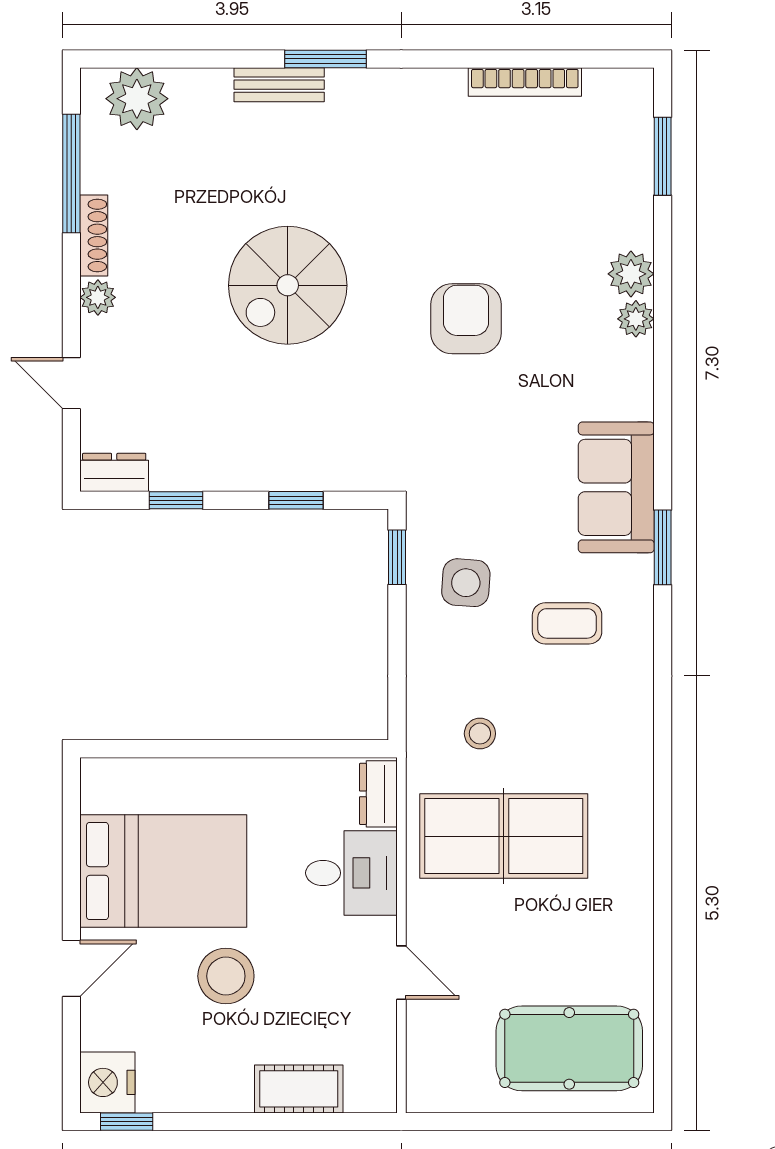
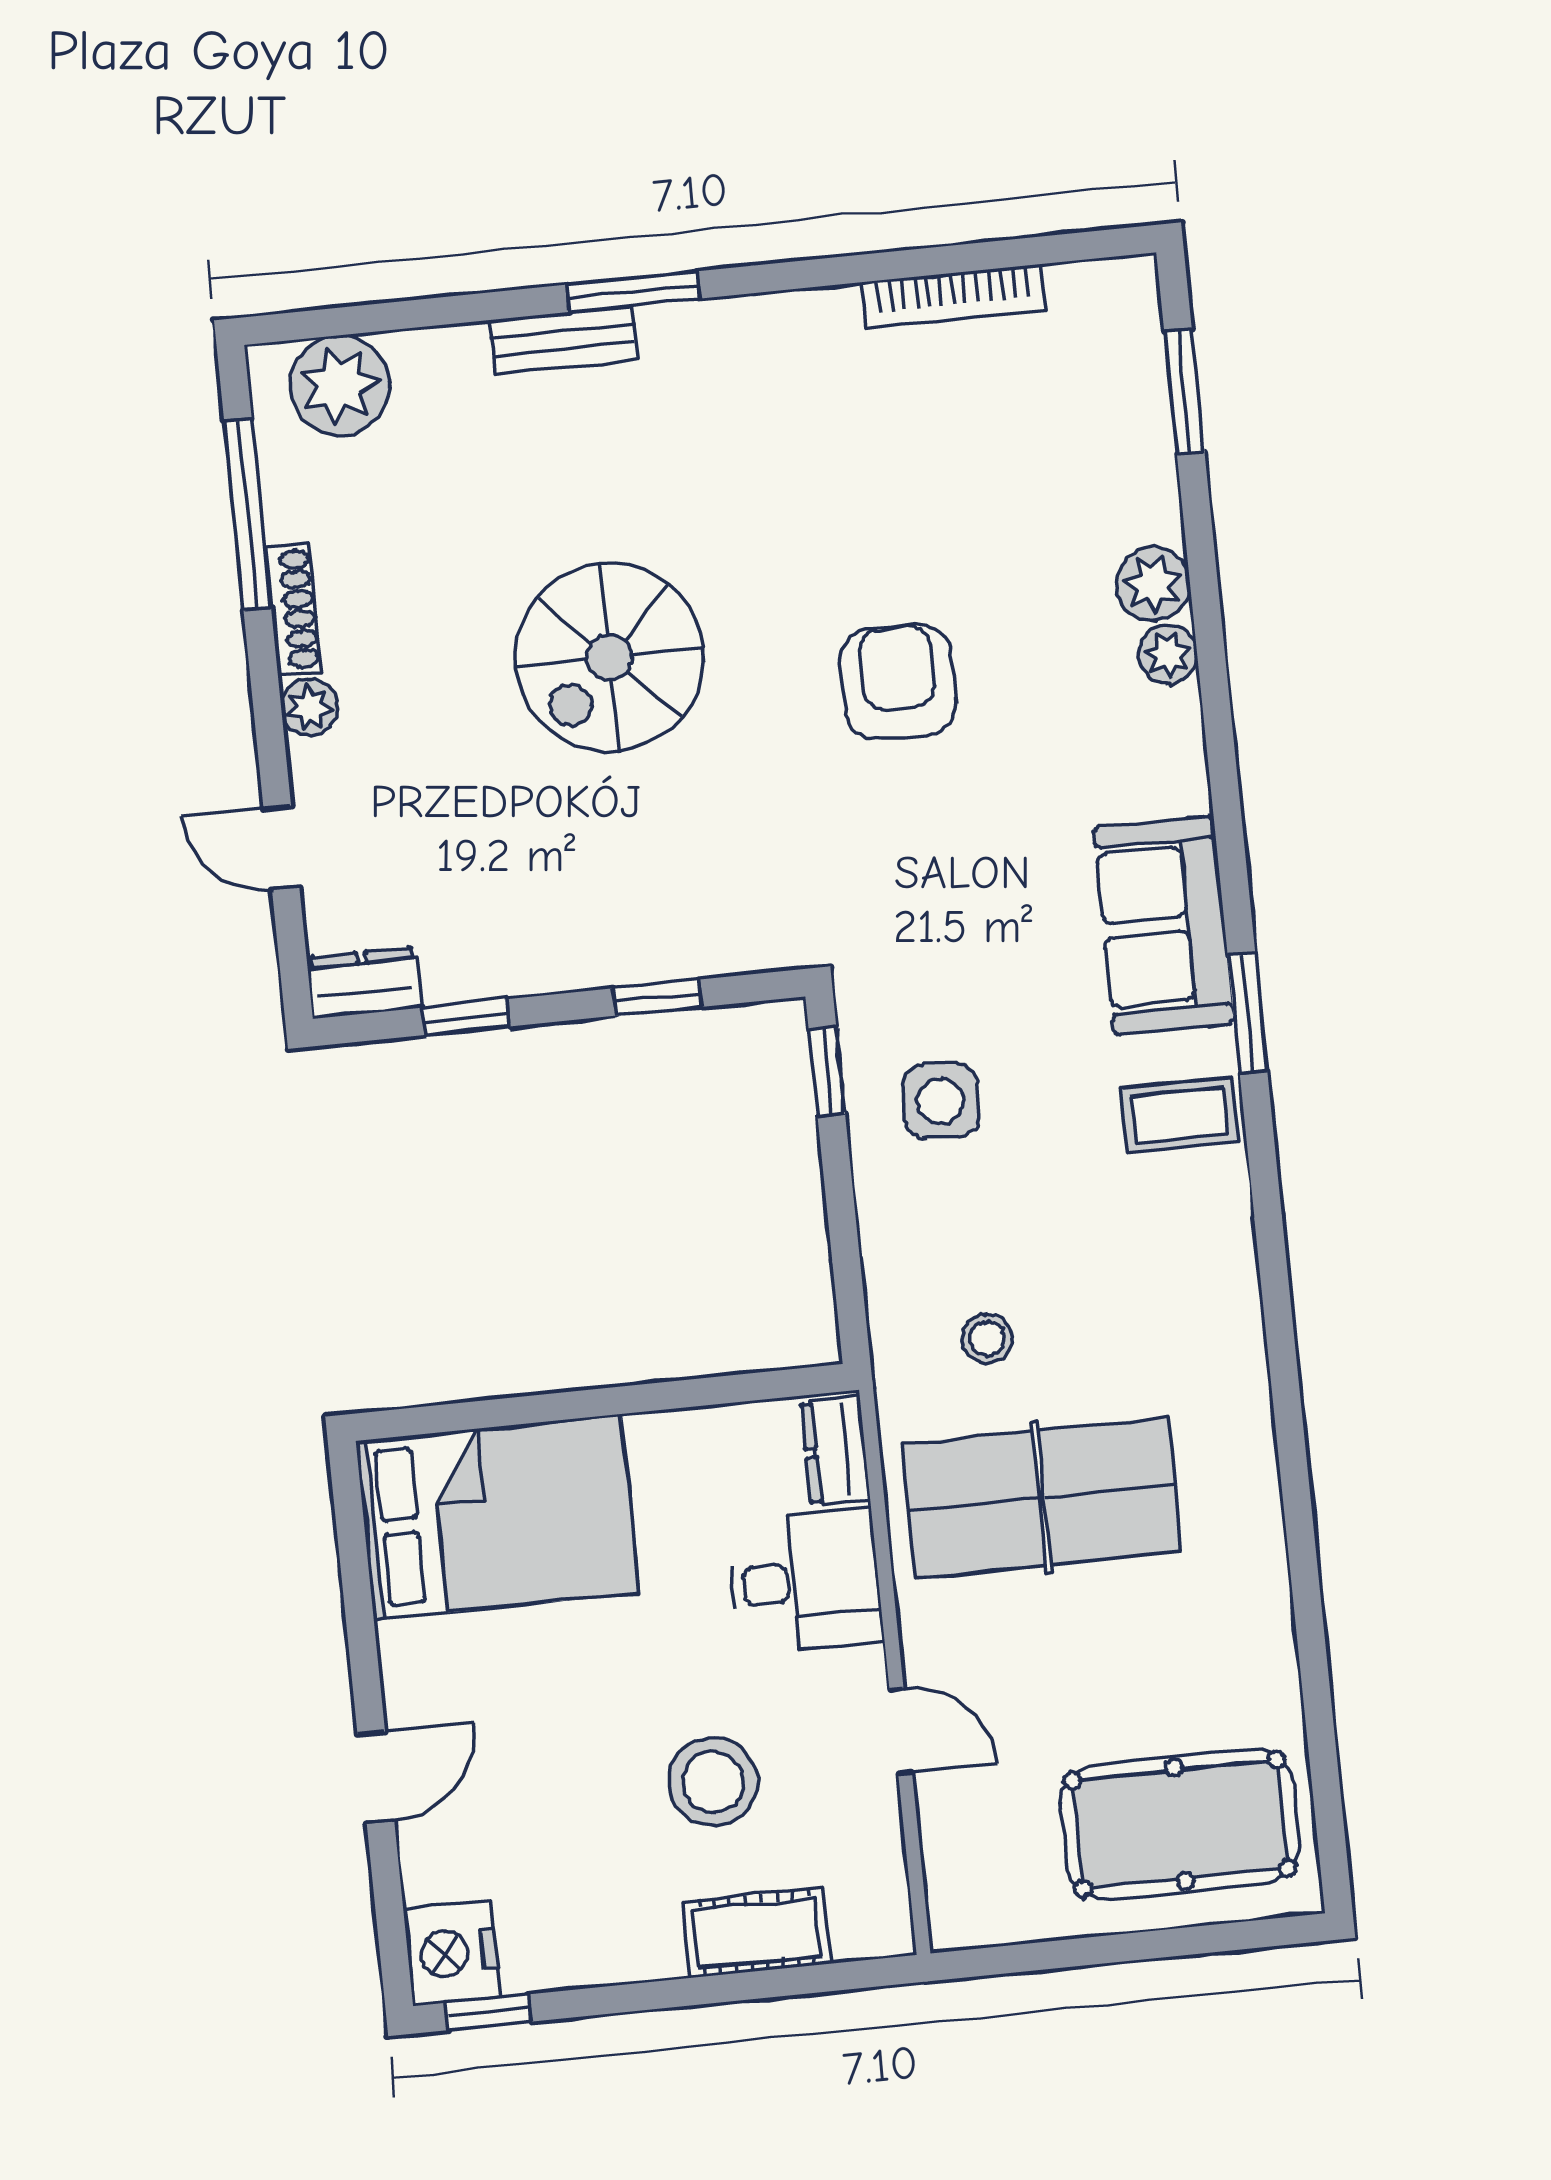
coffee table: (567, 623) -> (1180, 1115), moved
bed: (163, 871) -> (497, 1517), moved
stool: (226, 976) -> (713, 1782), moved

